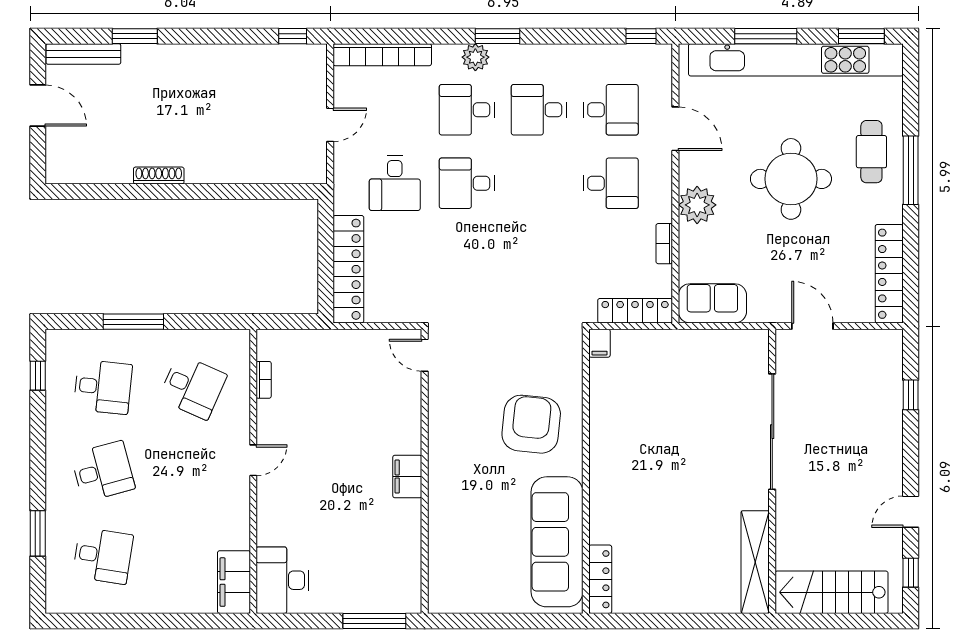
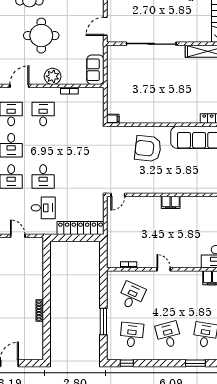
locker: (635, 311) -> (99, 103), removed

